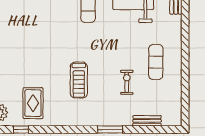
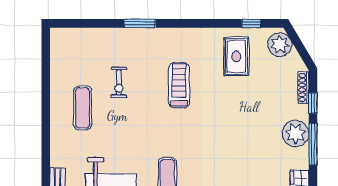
bench: (147, 121) -> (94, 34), removed

